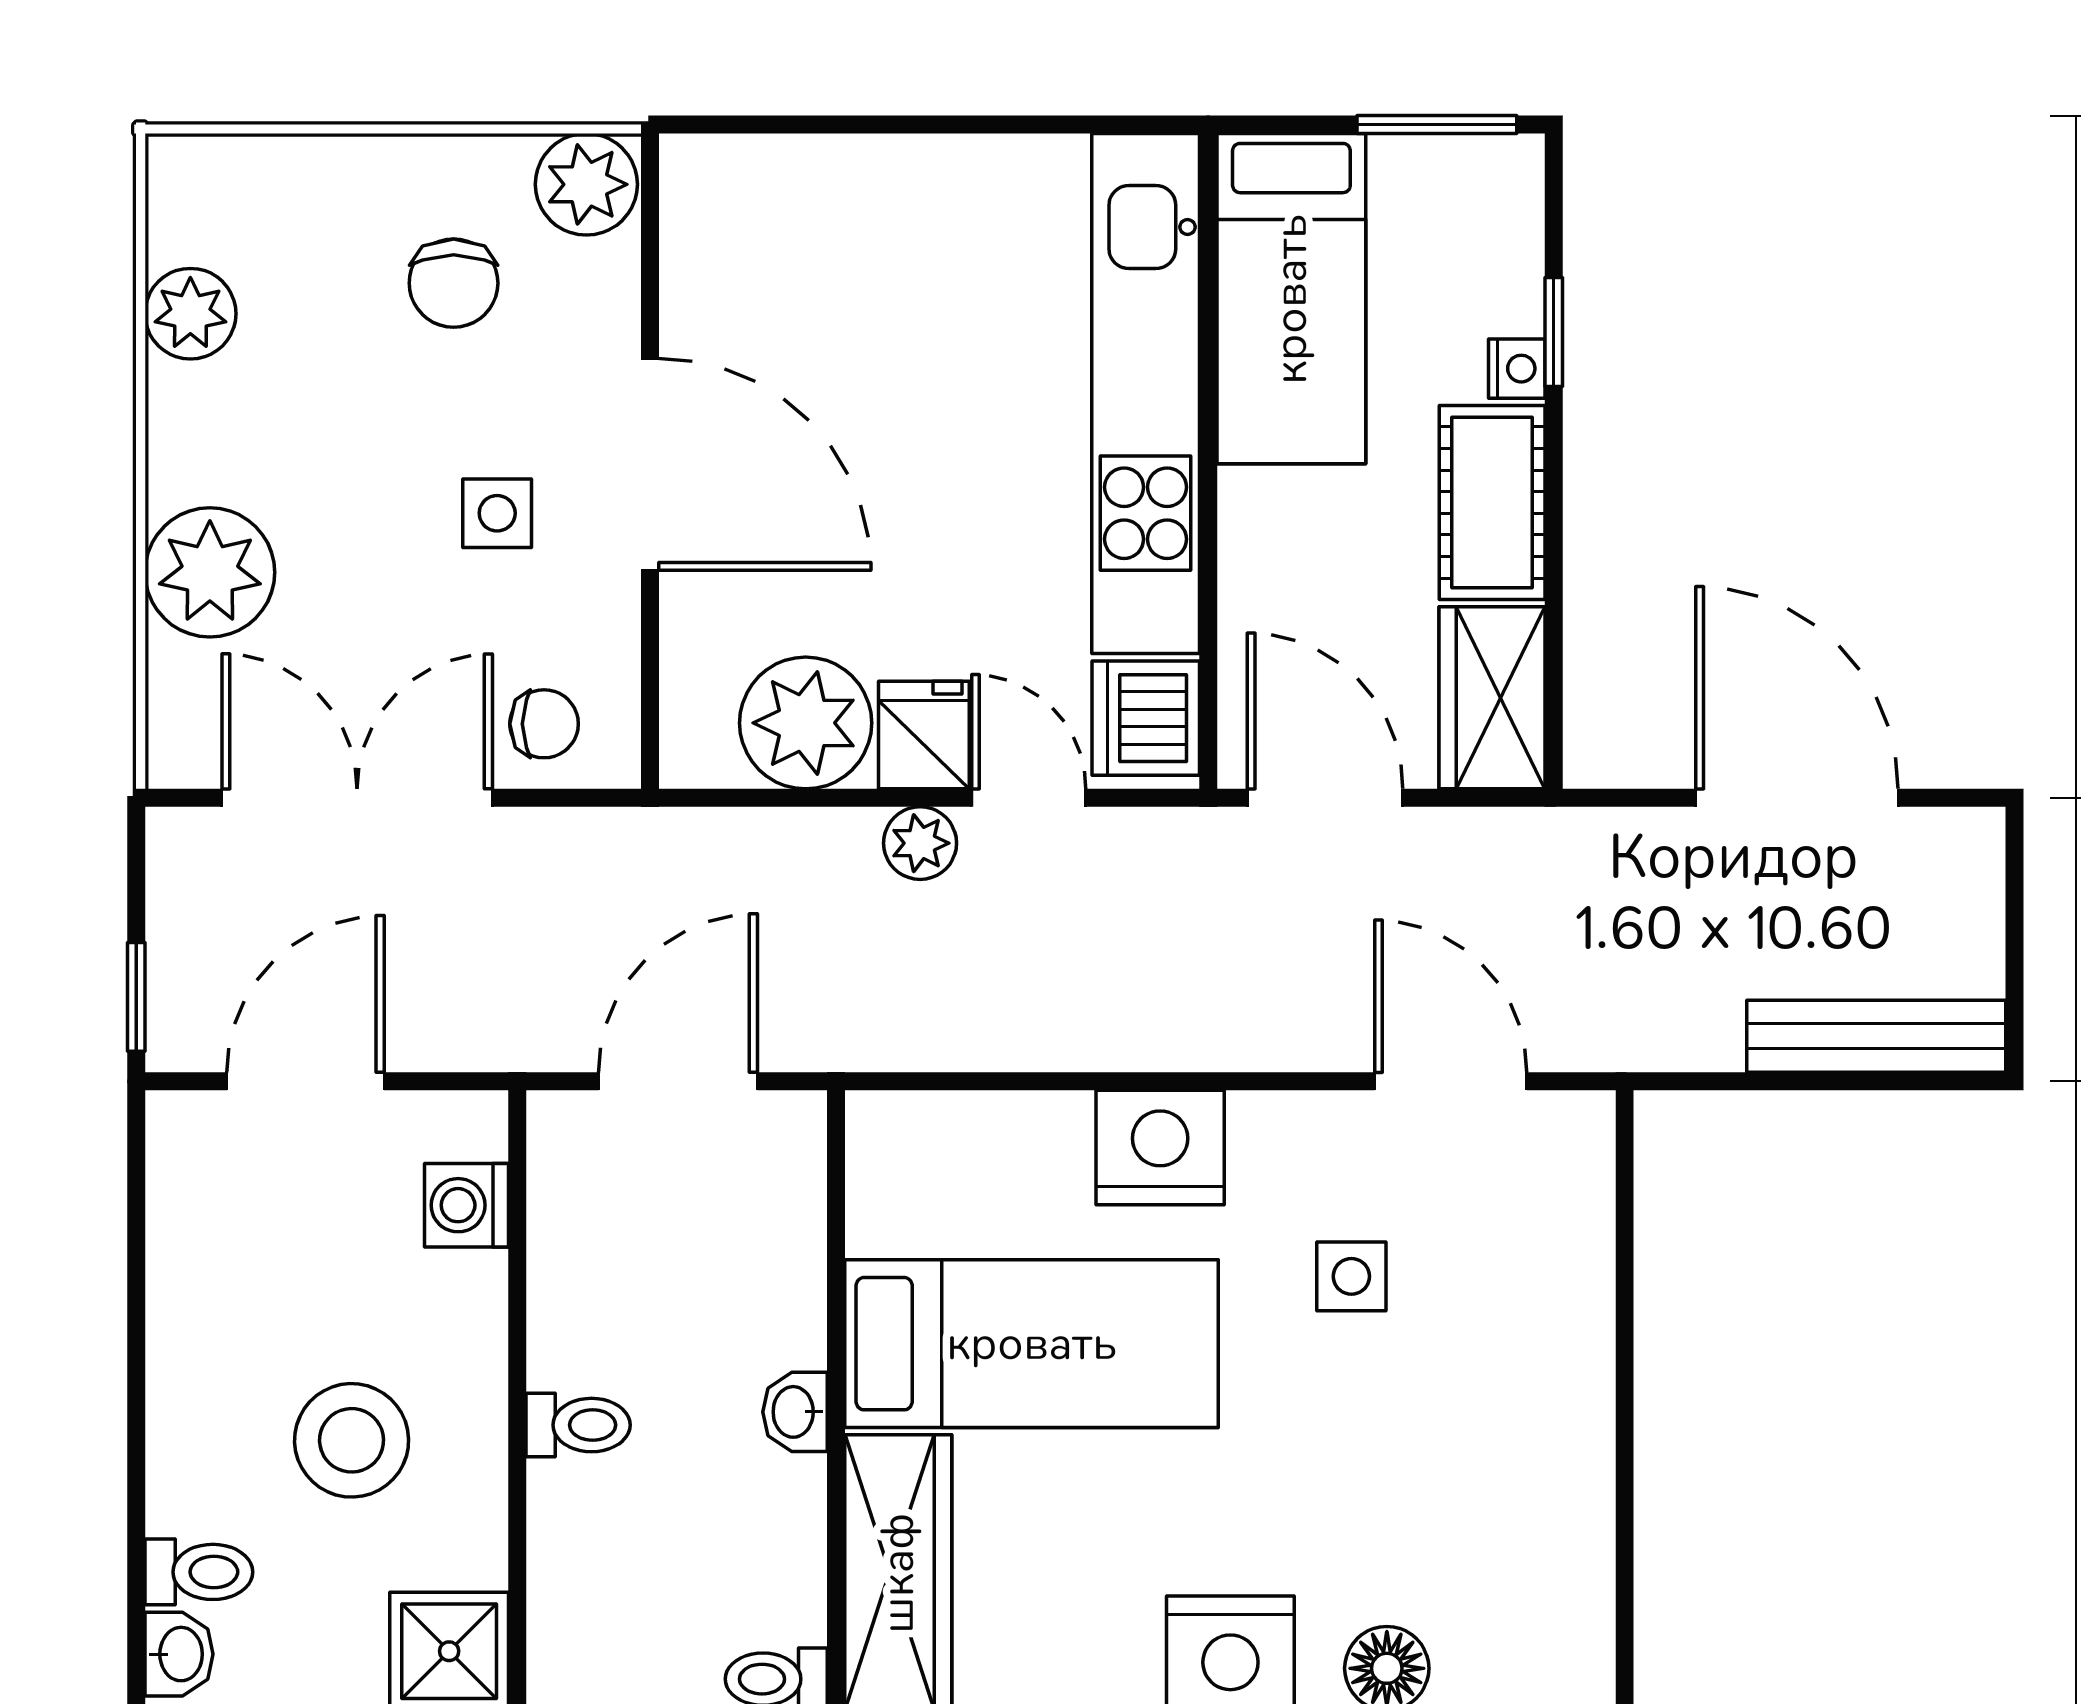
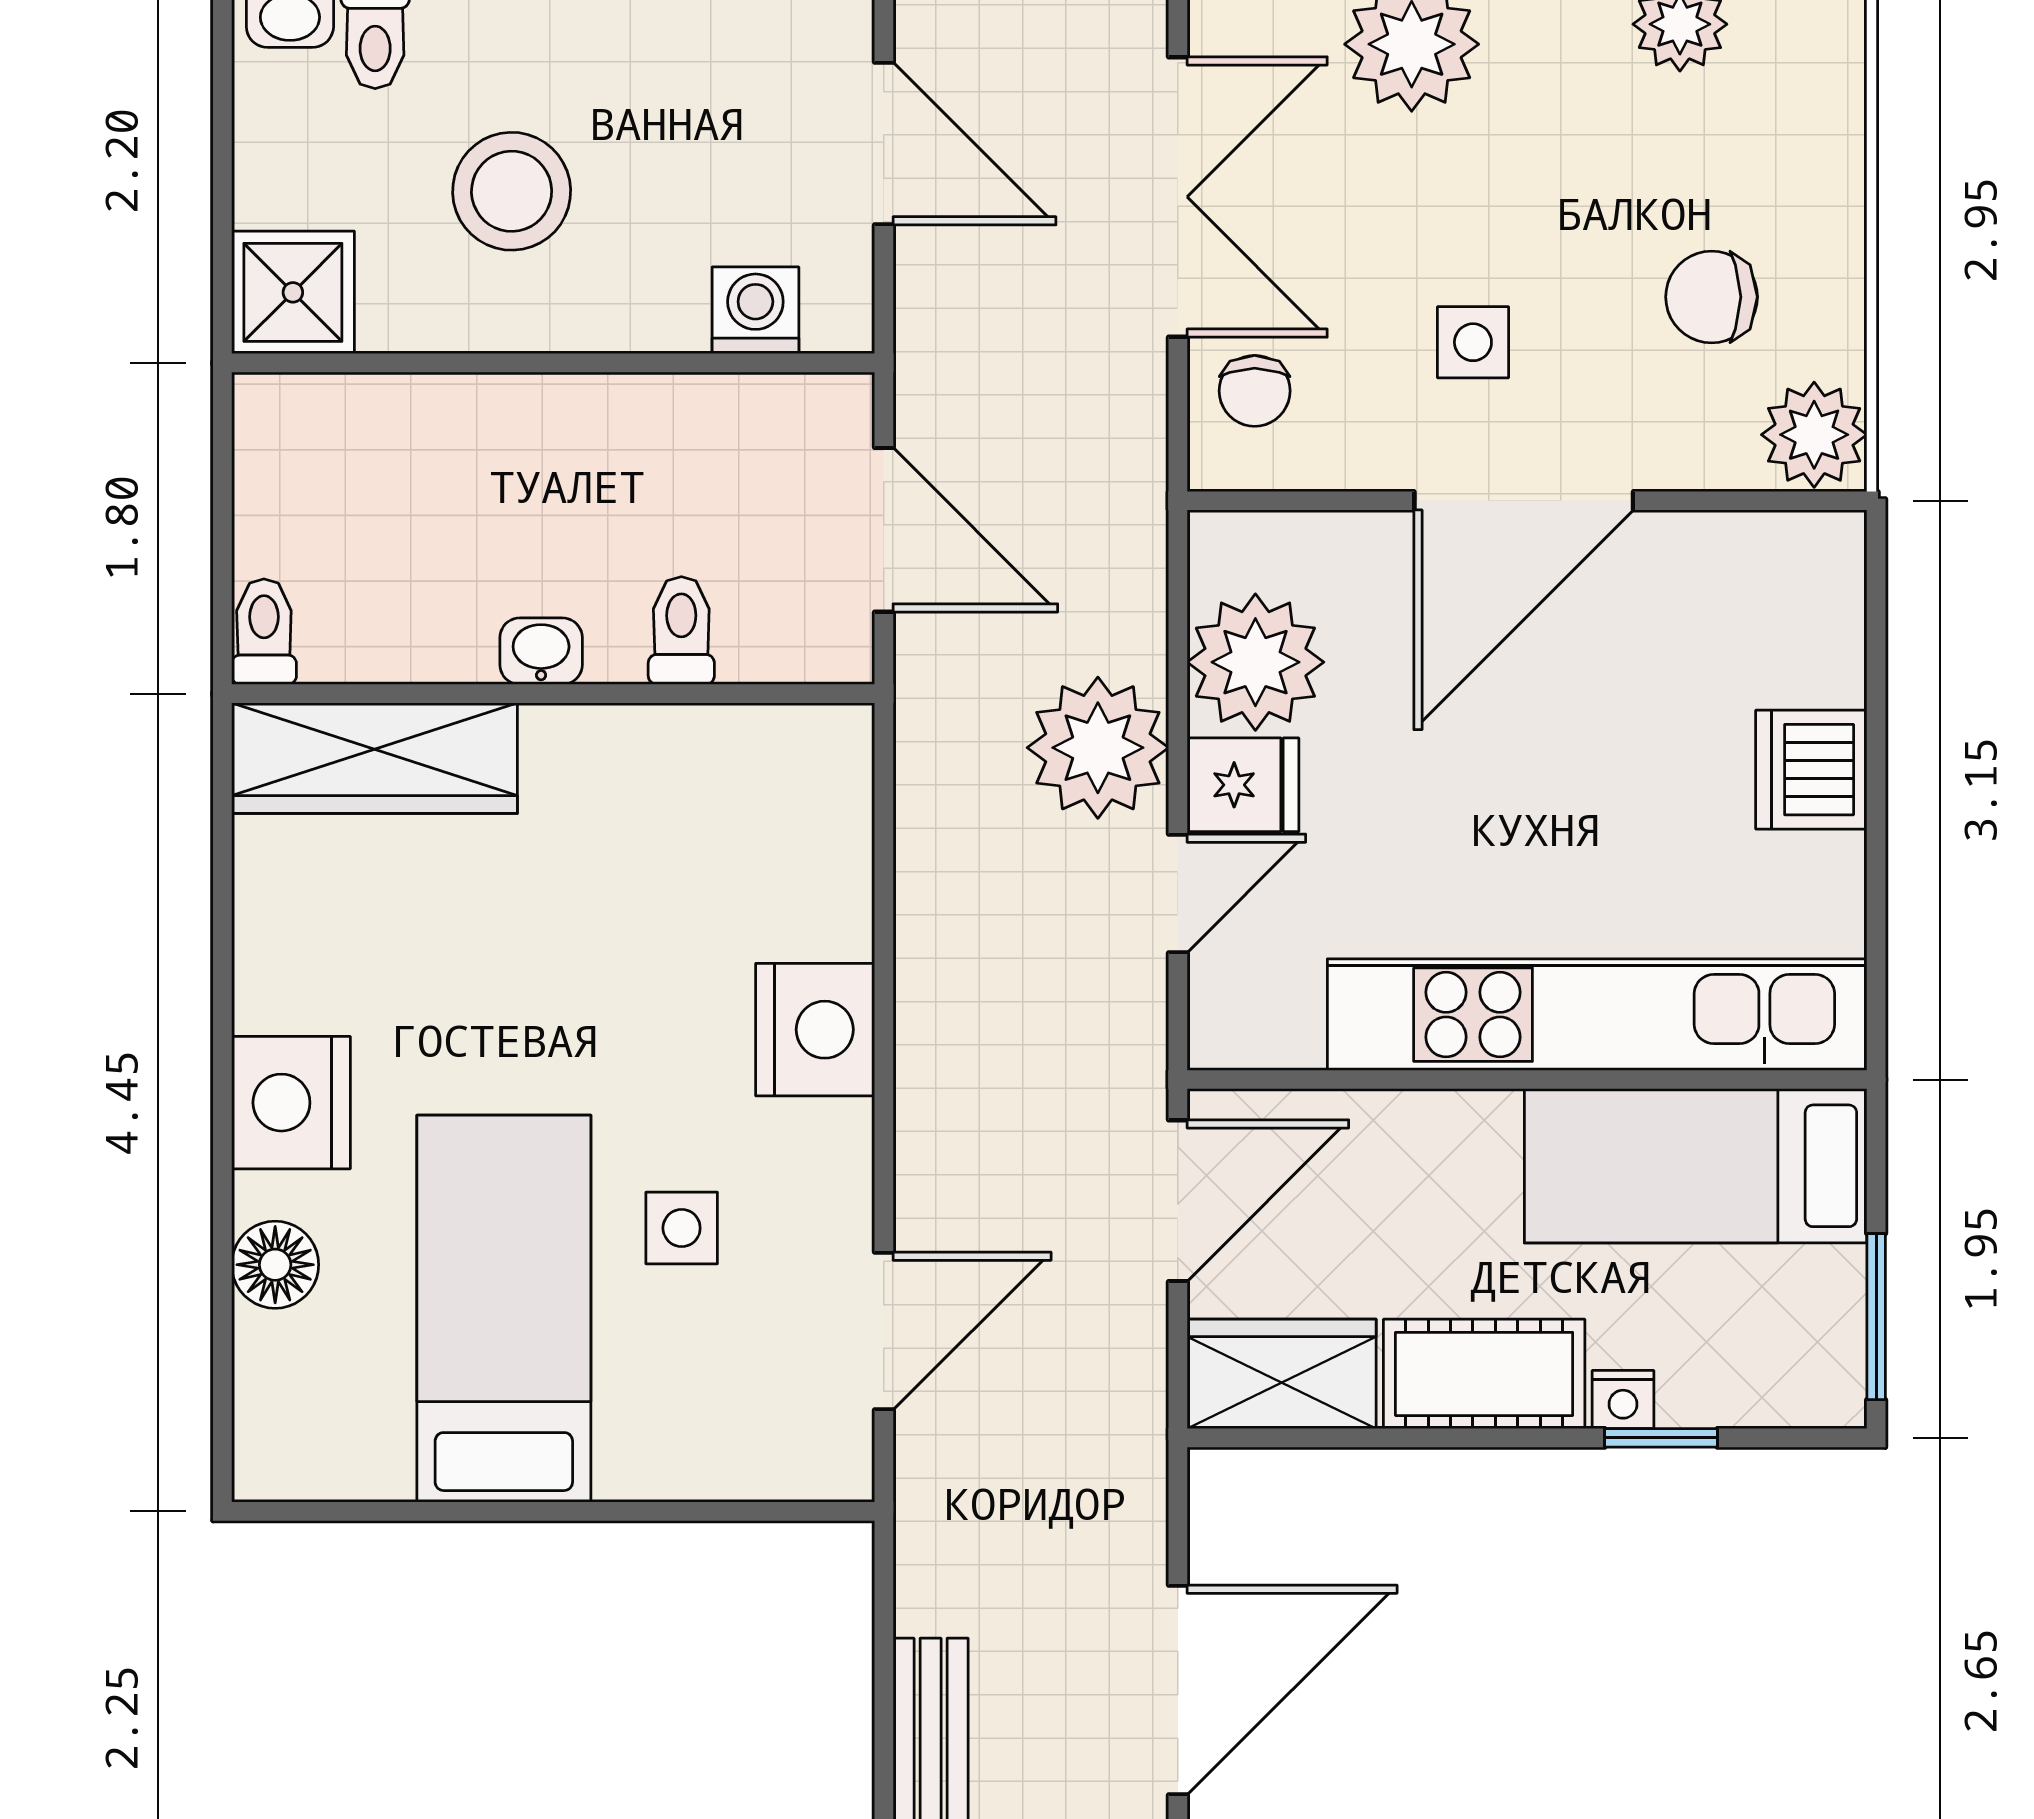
dishwasher: (1146, 718) -> (1811, 770), moved, turned -90
plant: (920, 843) -> (1098, 748), width x1.87, depth x1.87
bed: (1032, 1344) -> (504, 1309), moved, turned 180
toilet: (578, 1425) -> (681, 631), moved, turned 180

